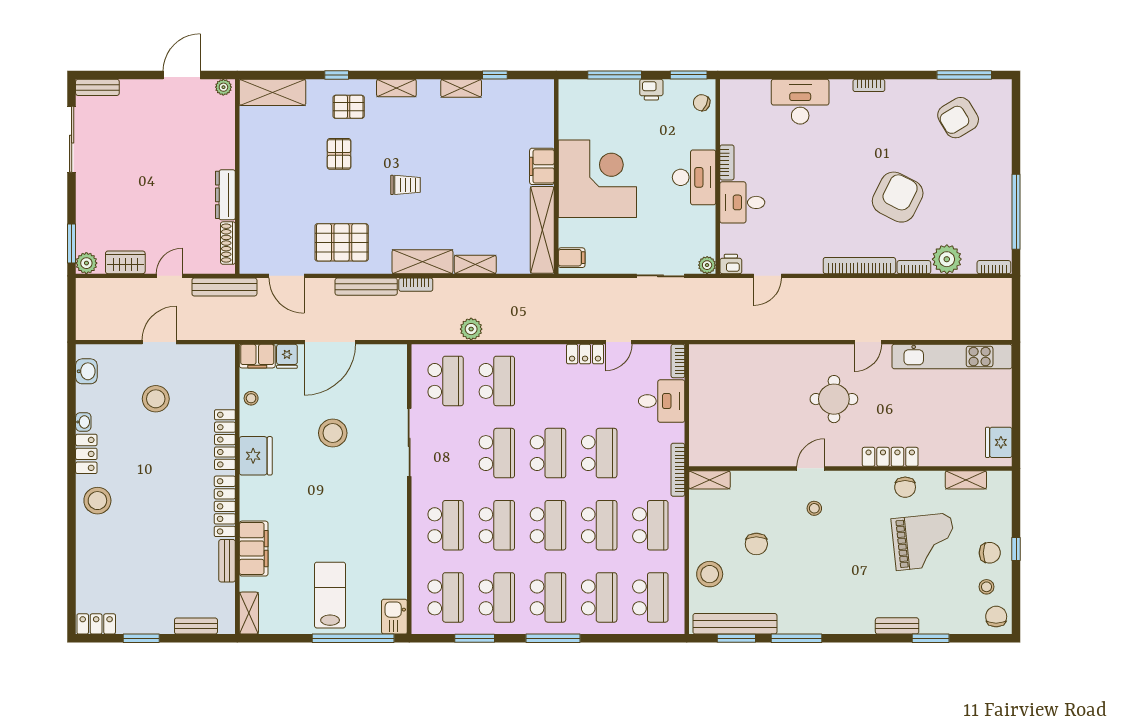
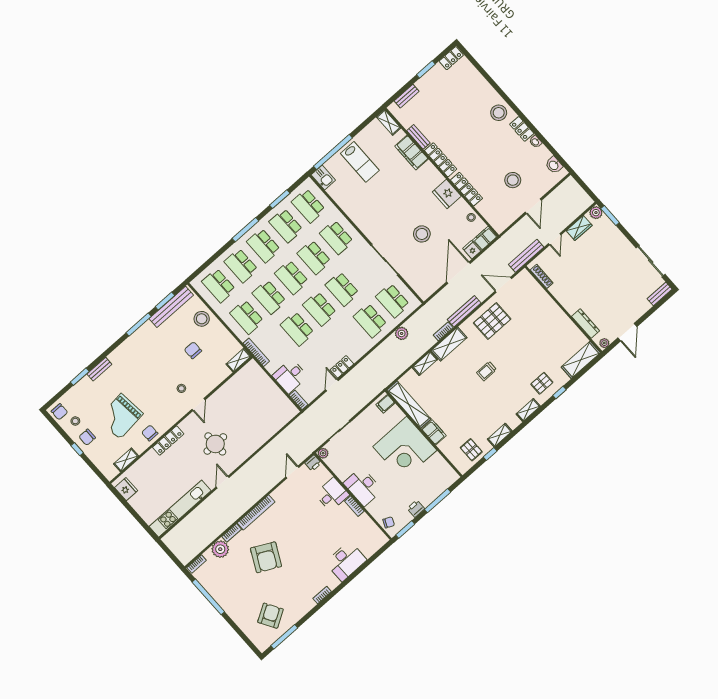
pallet: (339, 154) -> (471, 450), moved
dresser: (225, 195) -> (586, 324), moved

